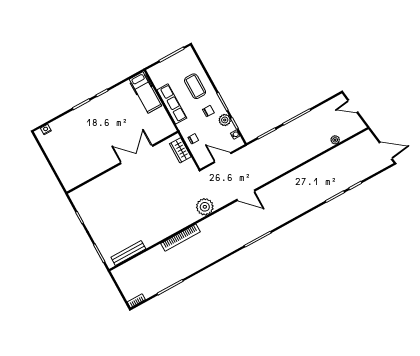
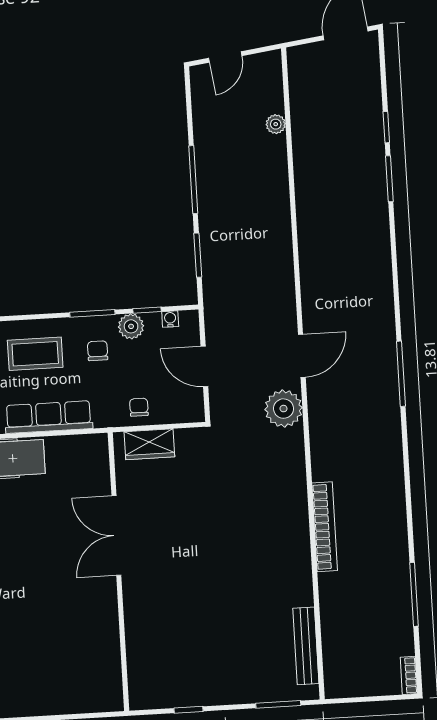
door: (223, 158) -> (204, 366), hinge flipped
plant: (205, 207) -> (284, 409), moved

